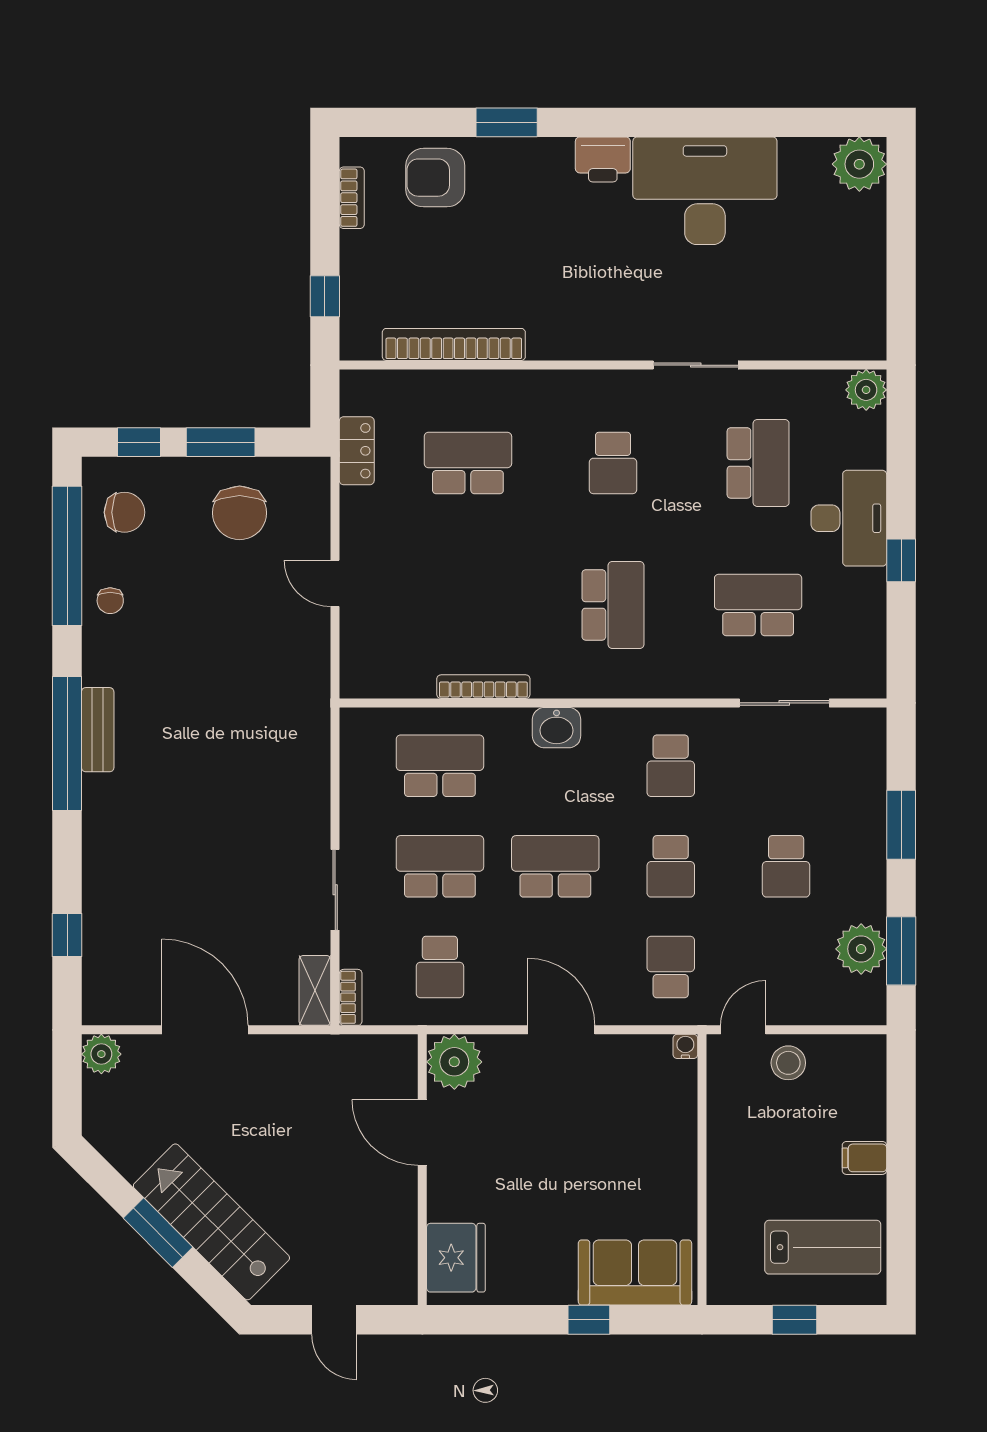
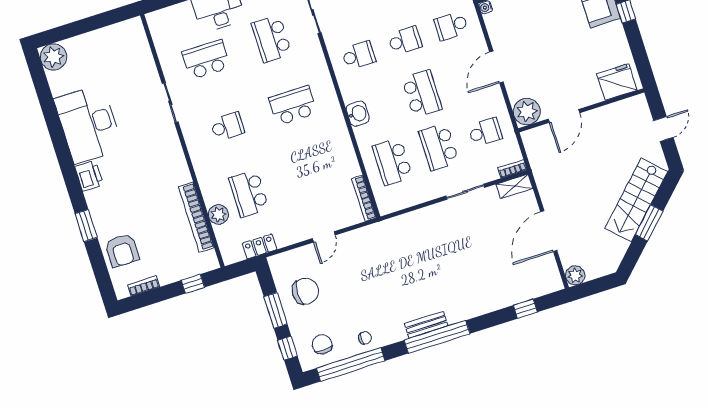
plant: (866, 390) -> (218, 214), moved
bookcase: (483, 687) -> (364, 198), moved
school desk: (555, 866) -> (422, 94), turned 180

